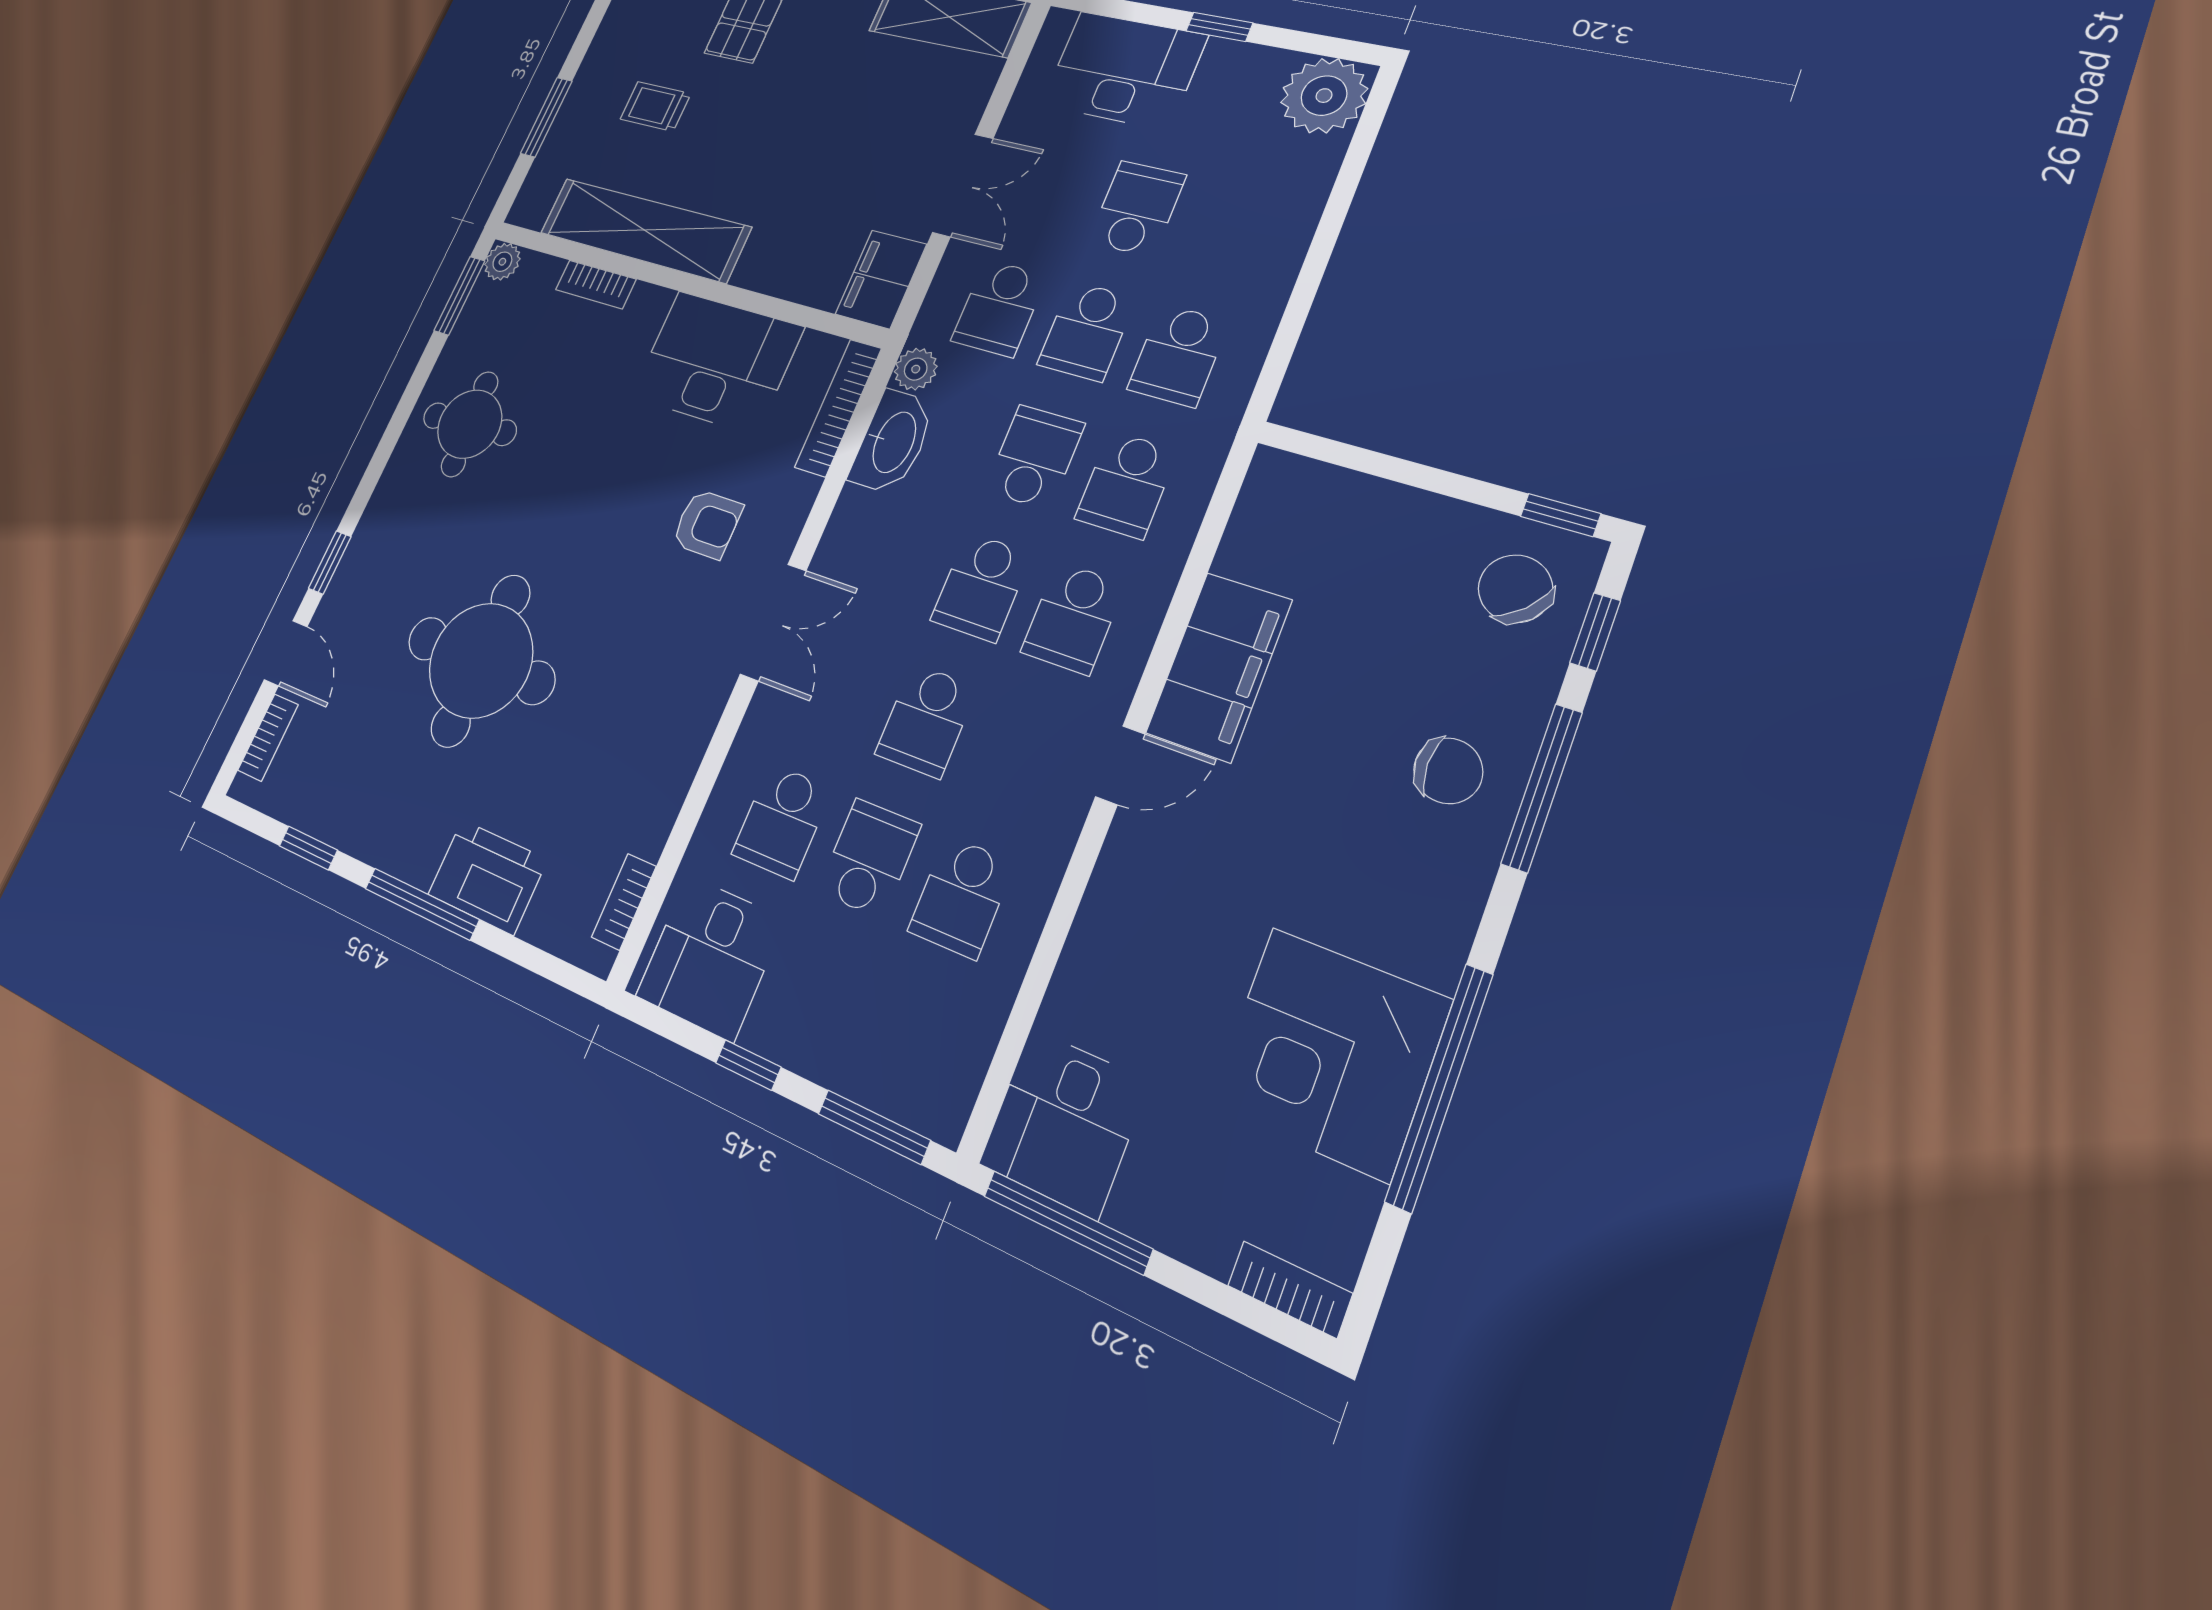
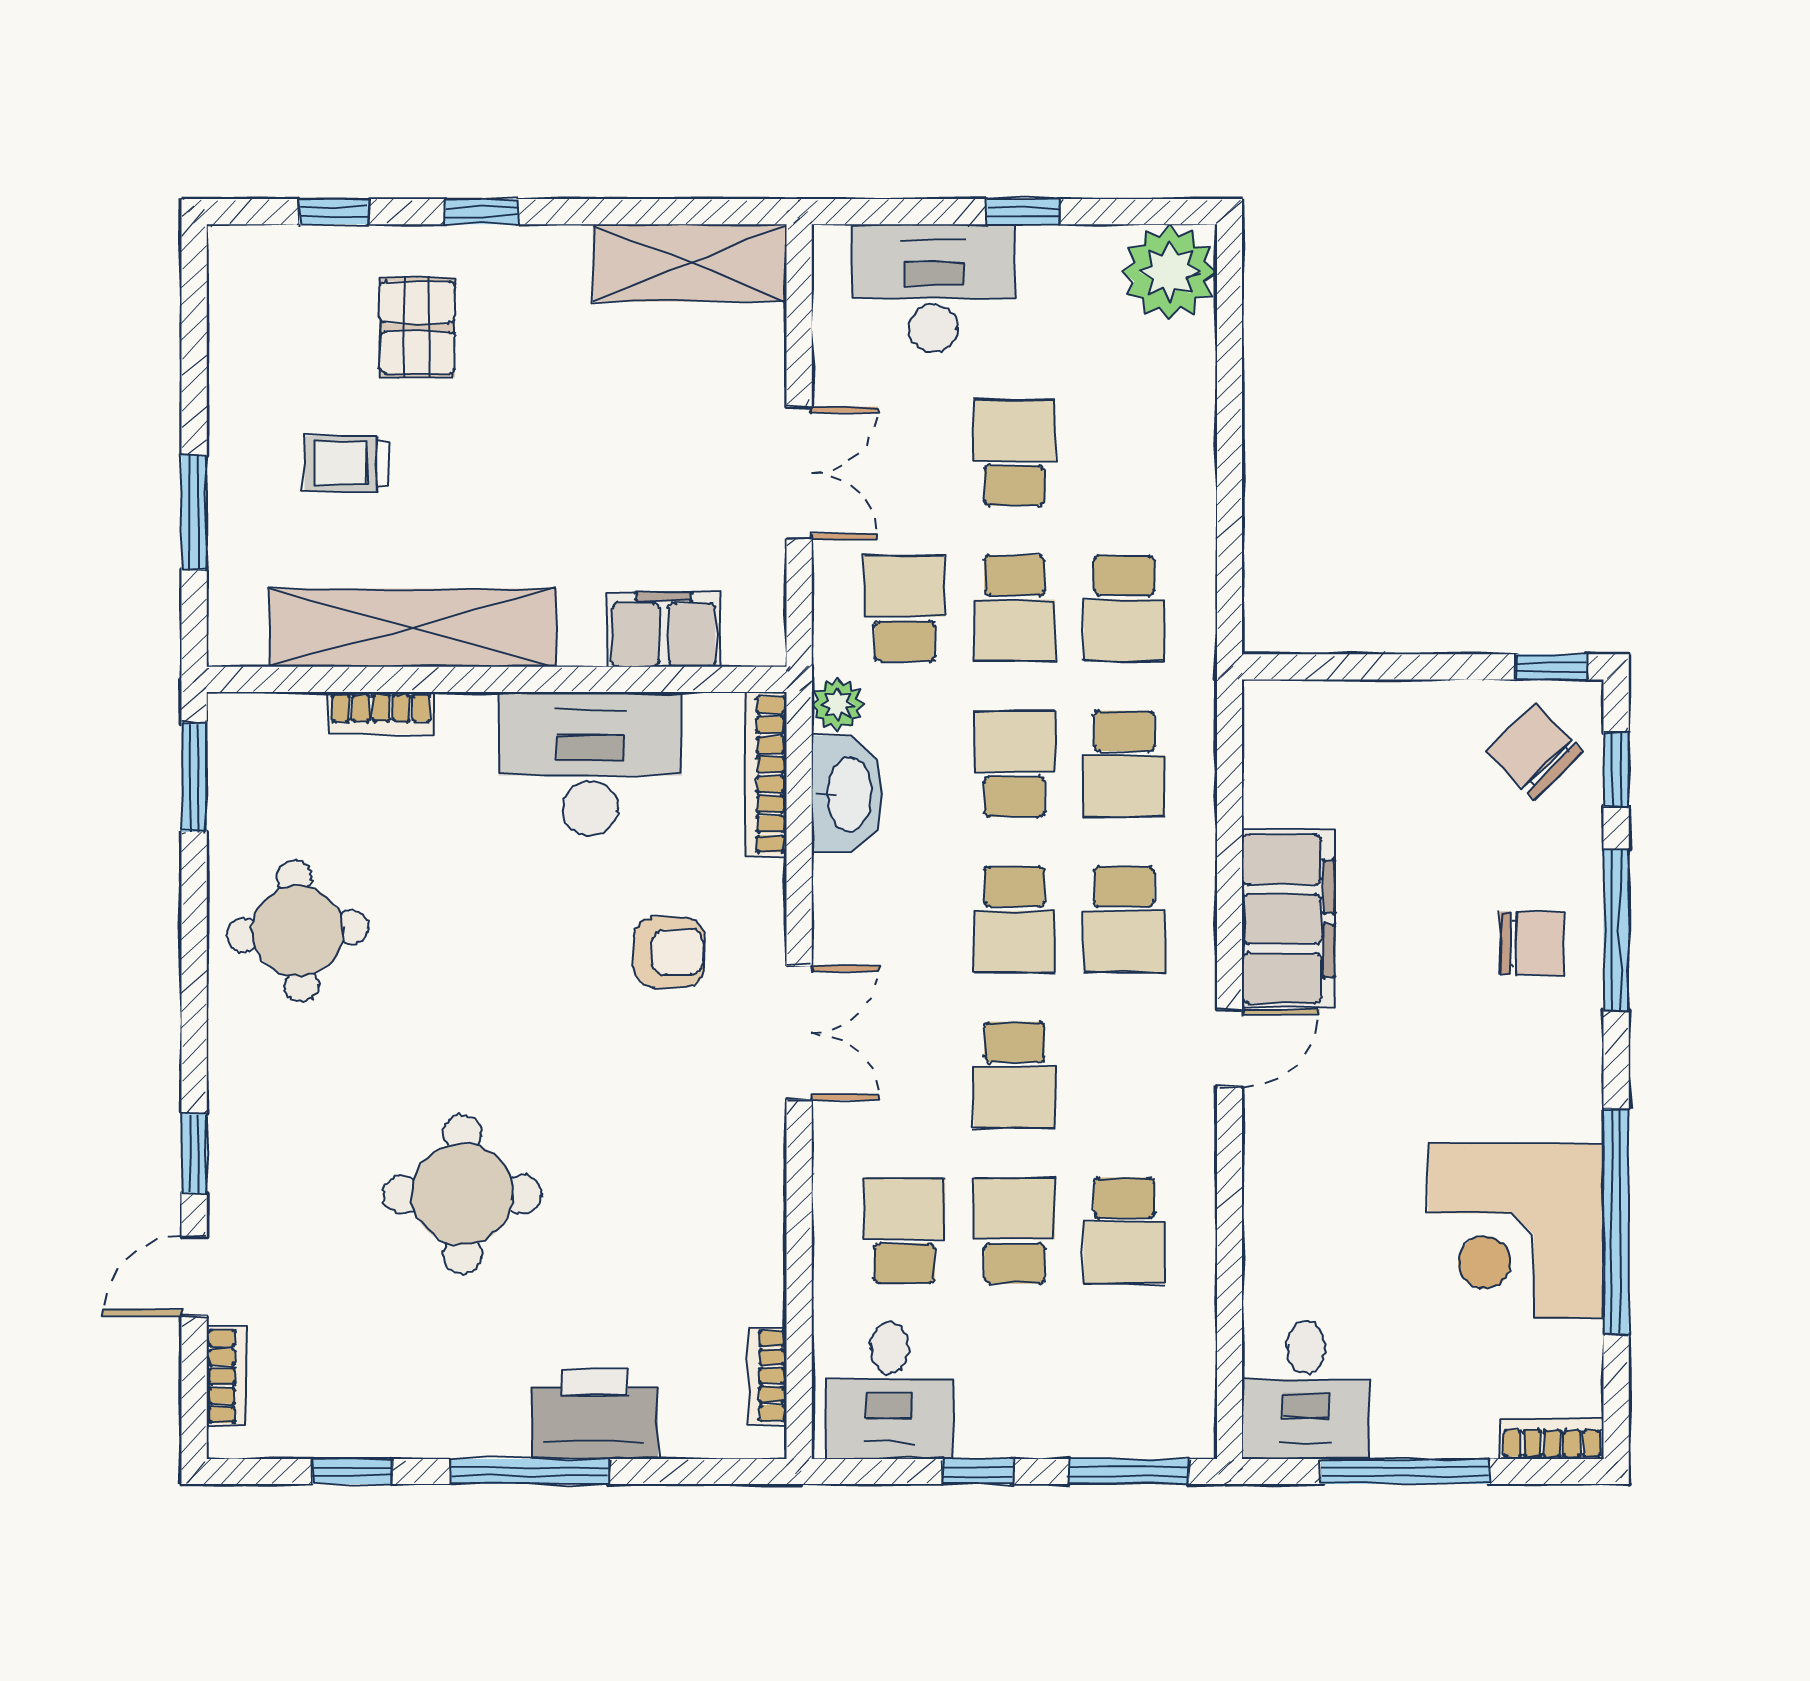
plant: (502, 262) -> (233, 718), removed
filing cabinet: (881, 279) -> (664, 630), moved, turned 90
school desk: (999, 308) -> (905, 608), turned 180
door: (286, 653) -> (194, 1276), swing flipped
round table: (481, 660) -> (462, 1194), width x0.73, depth x0.73
school desk: (782, 821) -> (905, 1231), turned 180
window: (1067, 1222) -> (1405, 1471), moved

